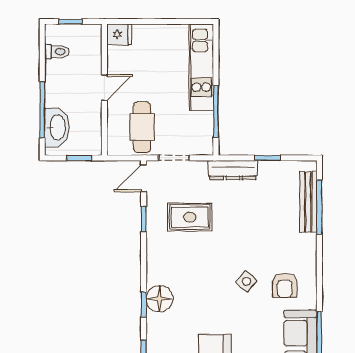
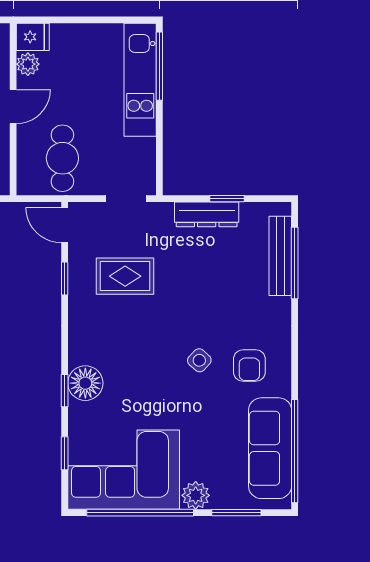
plant: (116, 55) -> (28, 64), added
window: (216, 111) -> (159, 66), moved
doorway: (174, 158) -> (126, 199), moved
dresser: (233, 170) -> (207, 214), moved
door: (144, 178) -> (65, 225), hinge flipped

